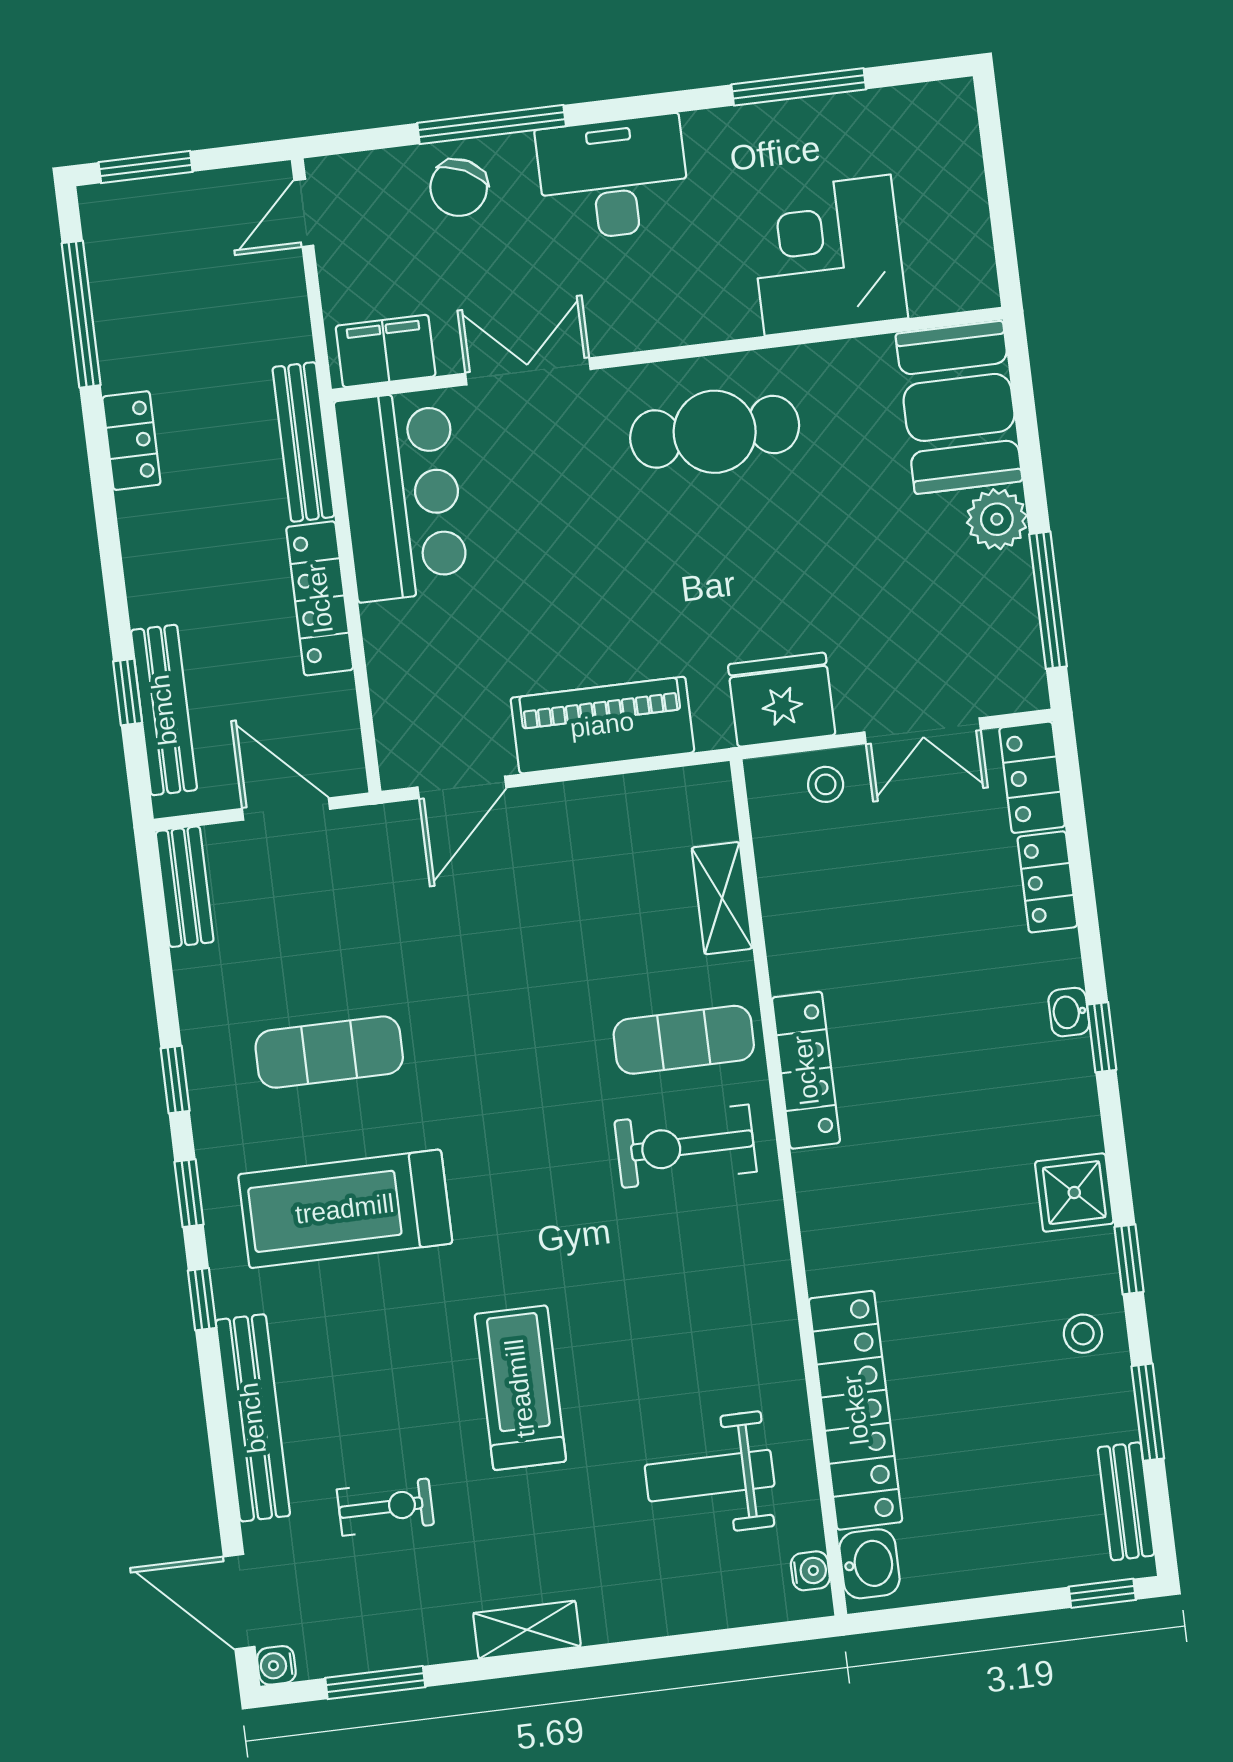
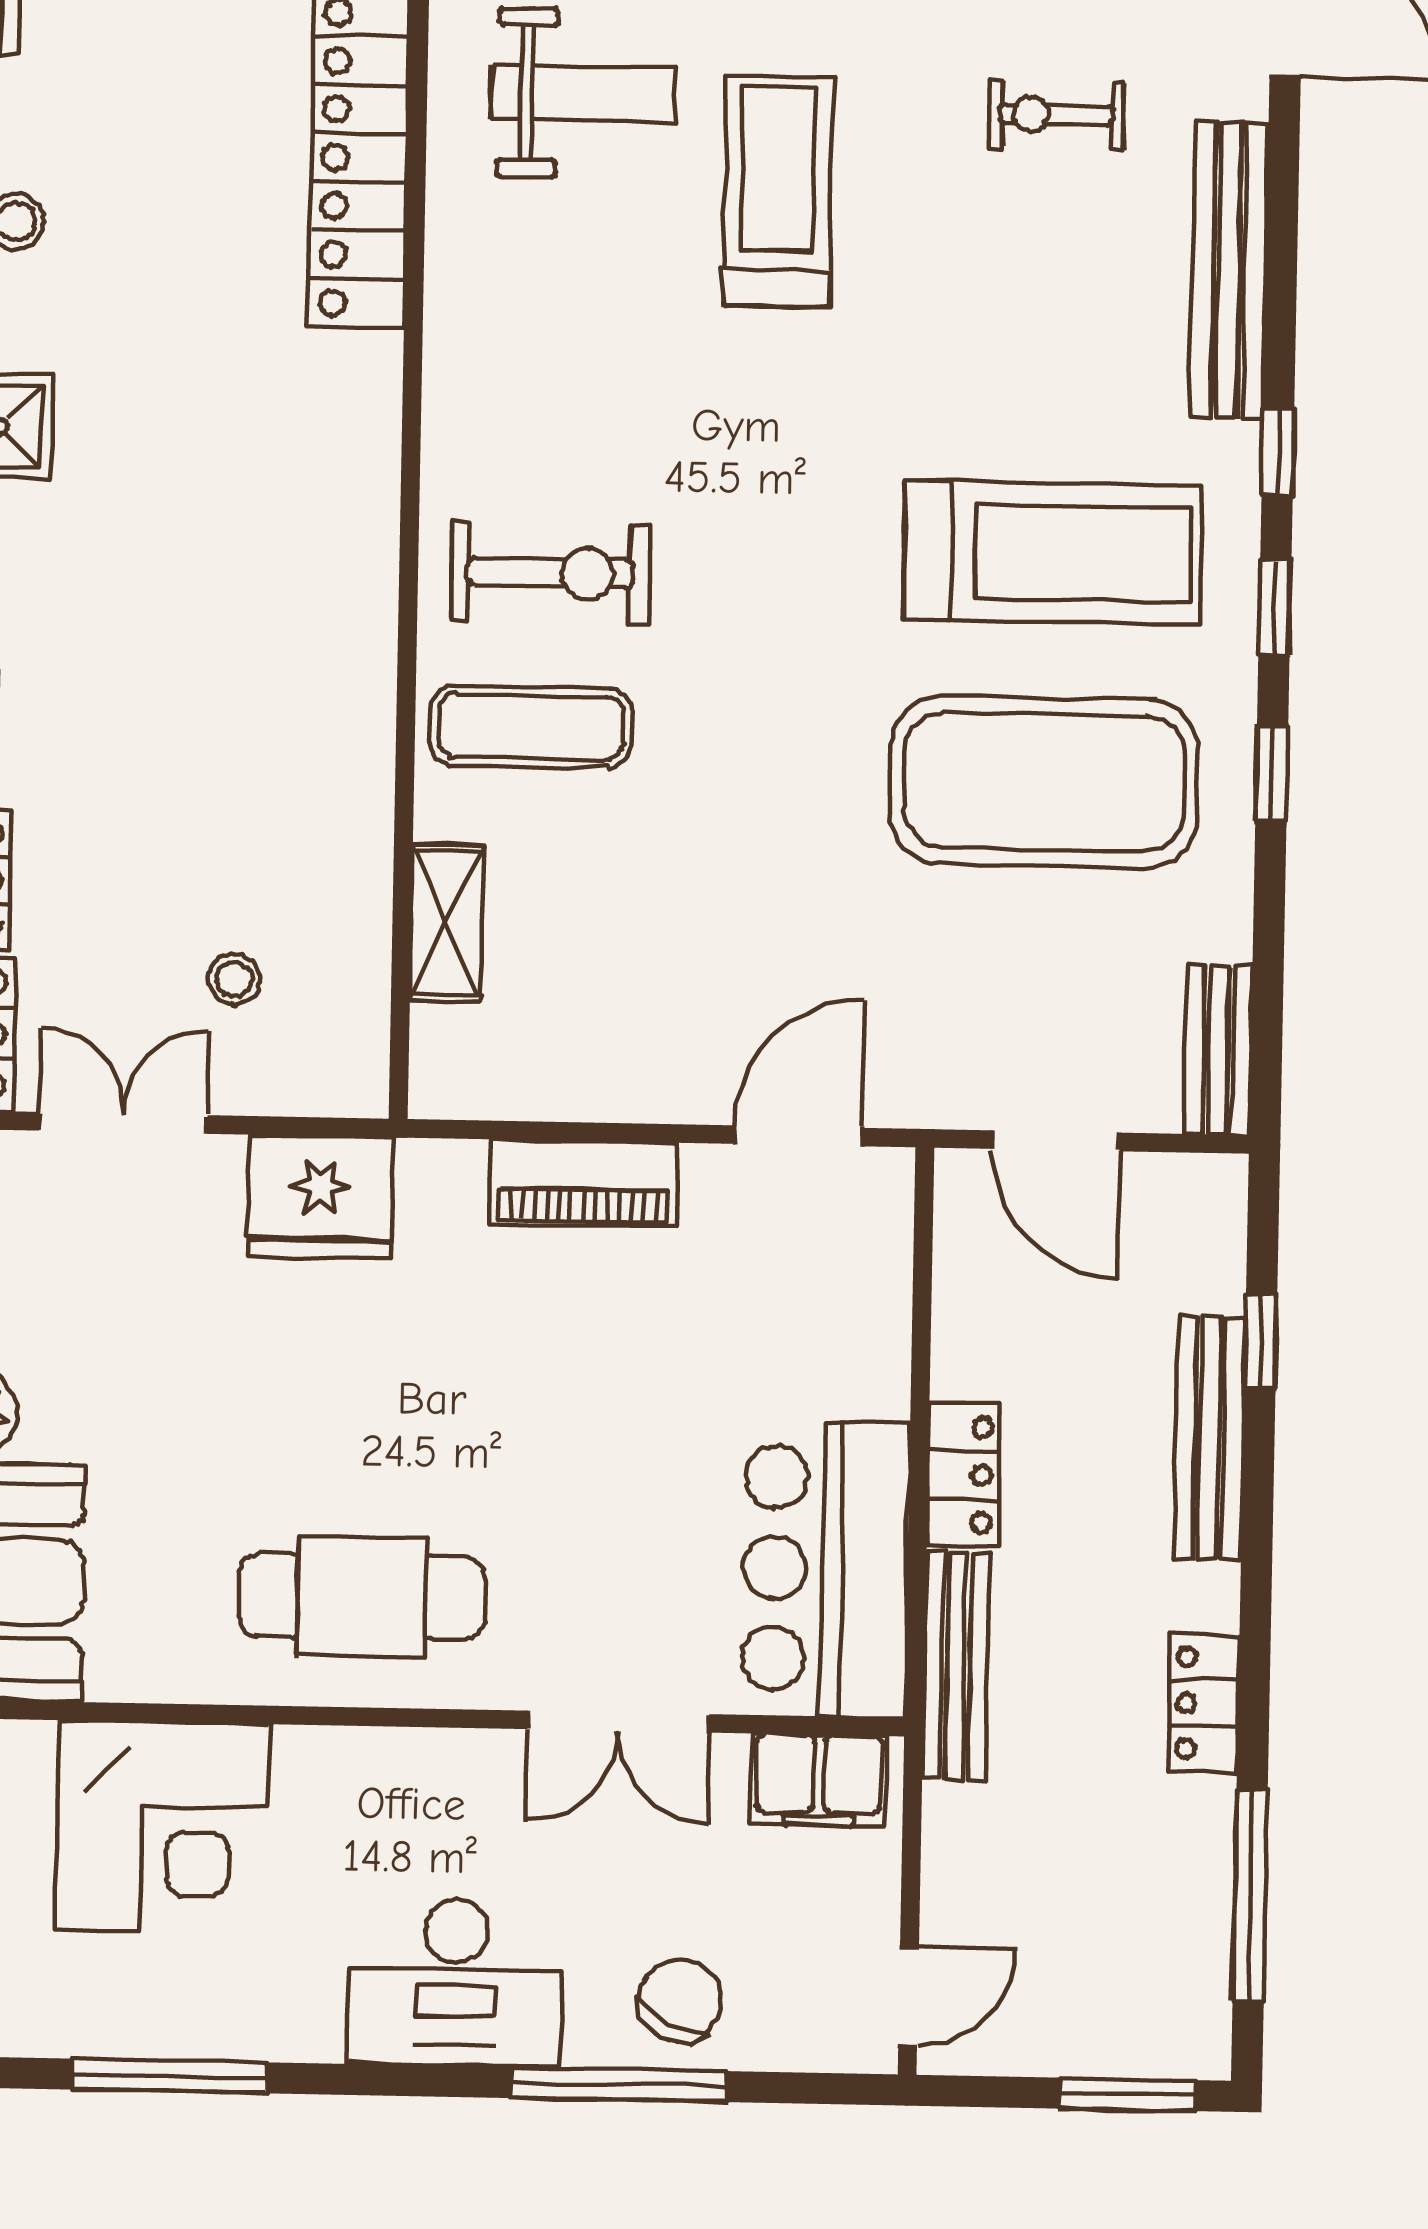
locker: (320, 598) -> (964, 1475), width x0.66
bench: (164, 710) -> (1209, 1438), moved
piano: (602, 725) -> (584, 1183), width x0.73, depth x0.75
stool: (826, 784) -> (234, 979), moved
exercise mat: (329, 1052) -> (1044, 782), width x2.00, depth x1.45
locker: (806, 1070) -> (361, 658), removed
treadmill: (520, 1388) -> (778, 192), moved, turned 180

